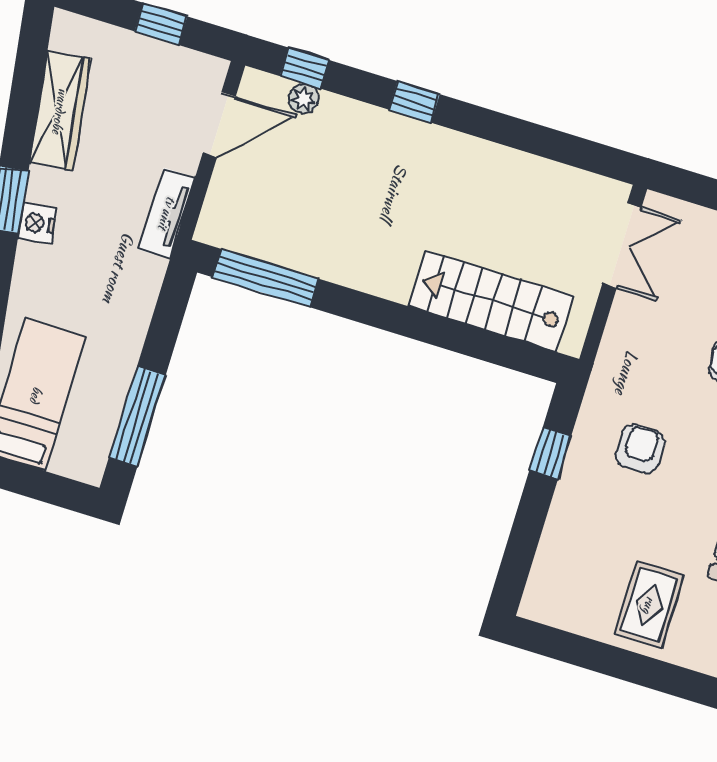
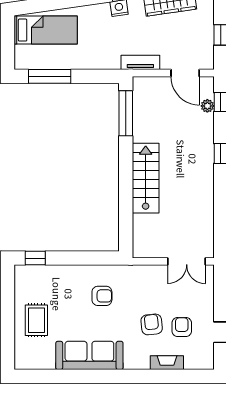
stairs: (491, 301) -> (146, 178), moved
window: (550, 453) -> (35, 258), moved
rug: (649, 605) -> (36, 320), turned 90

